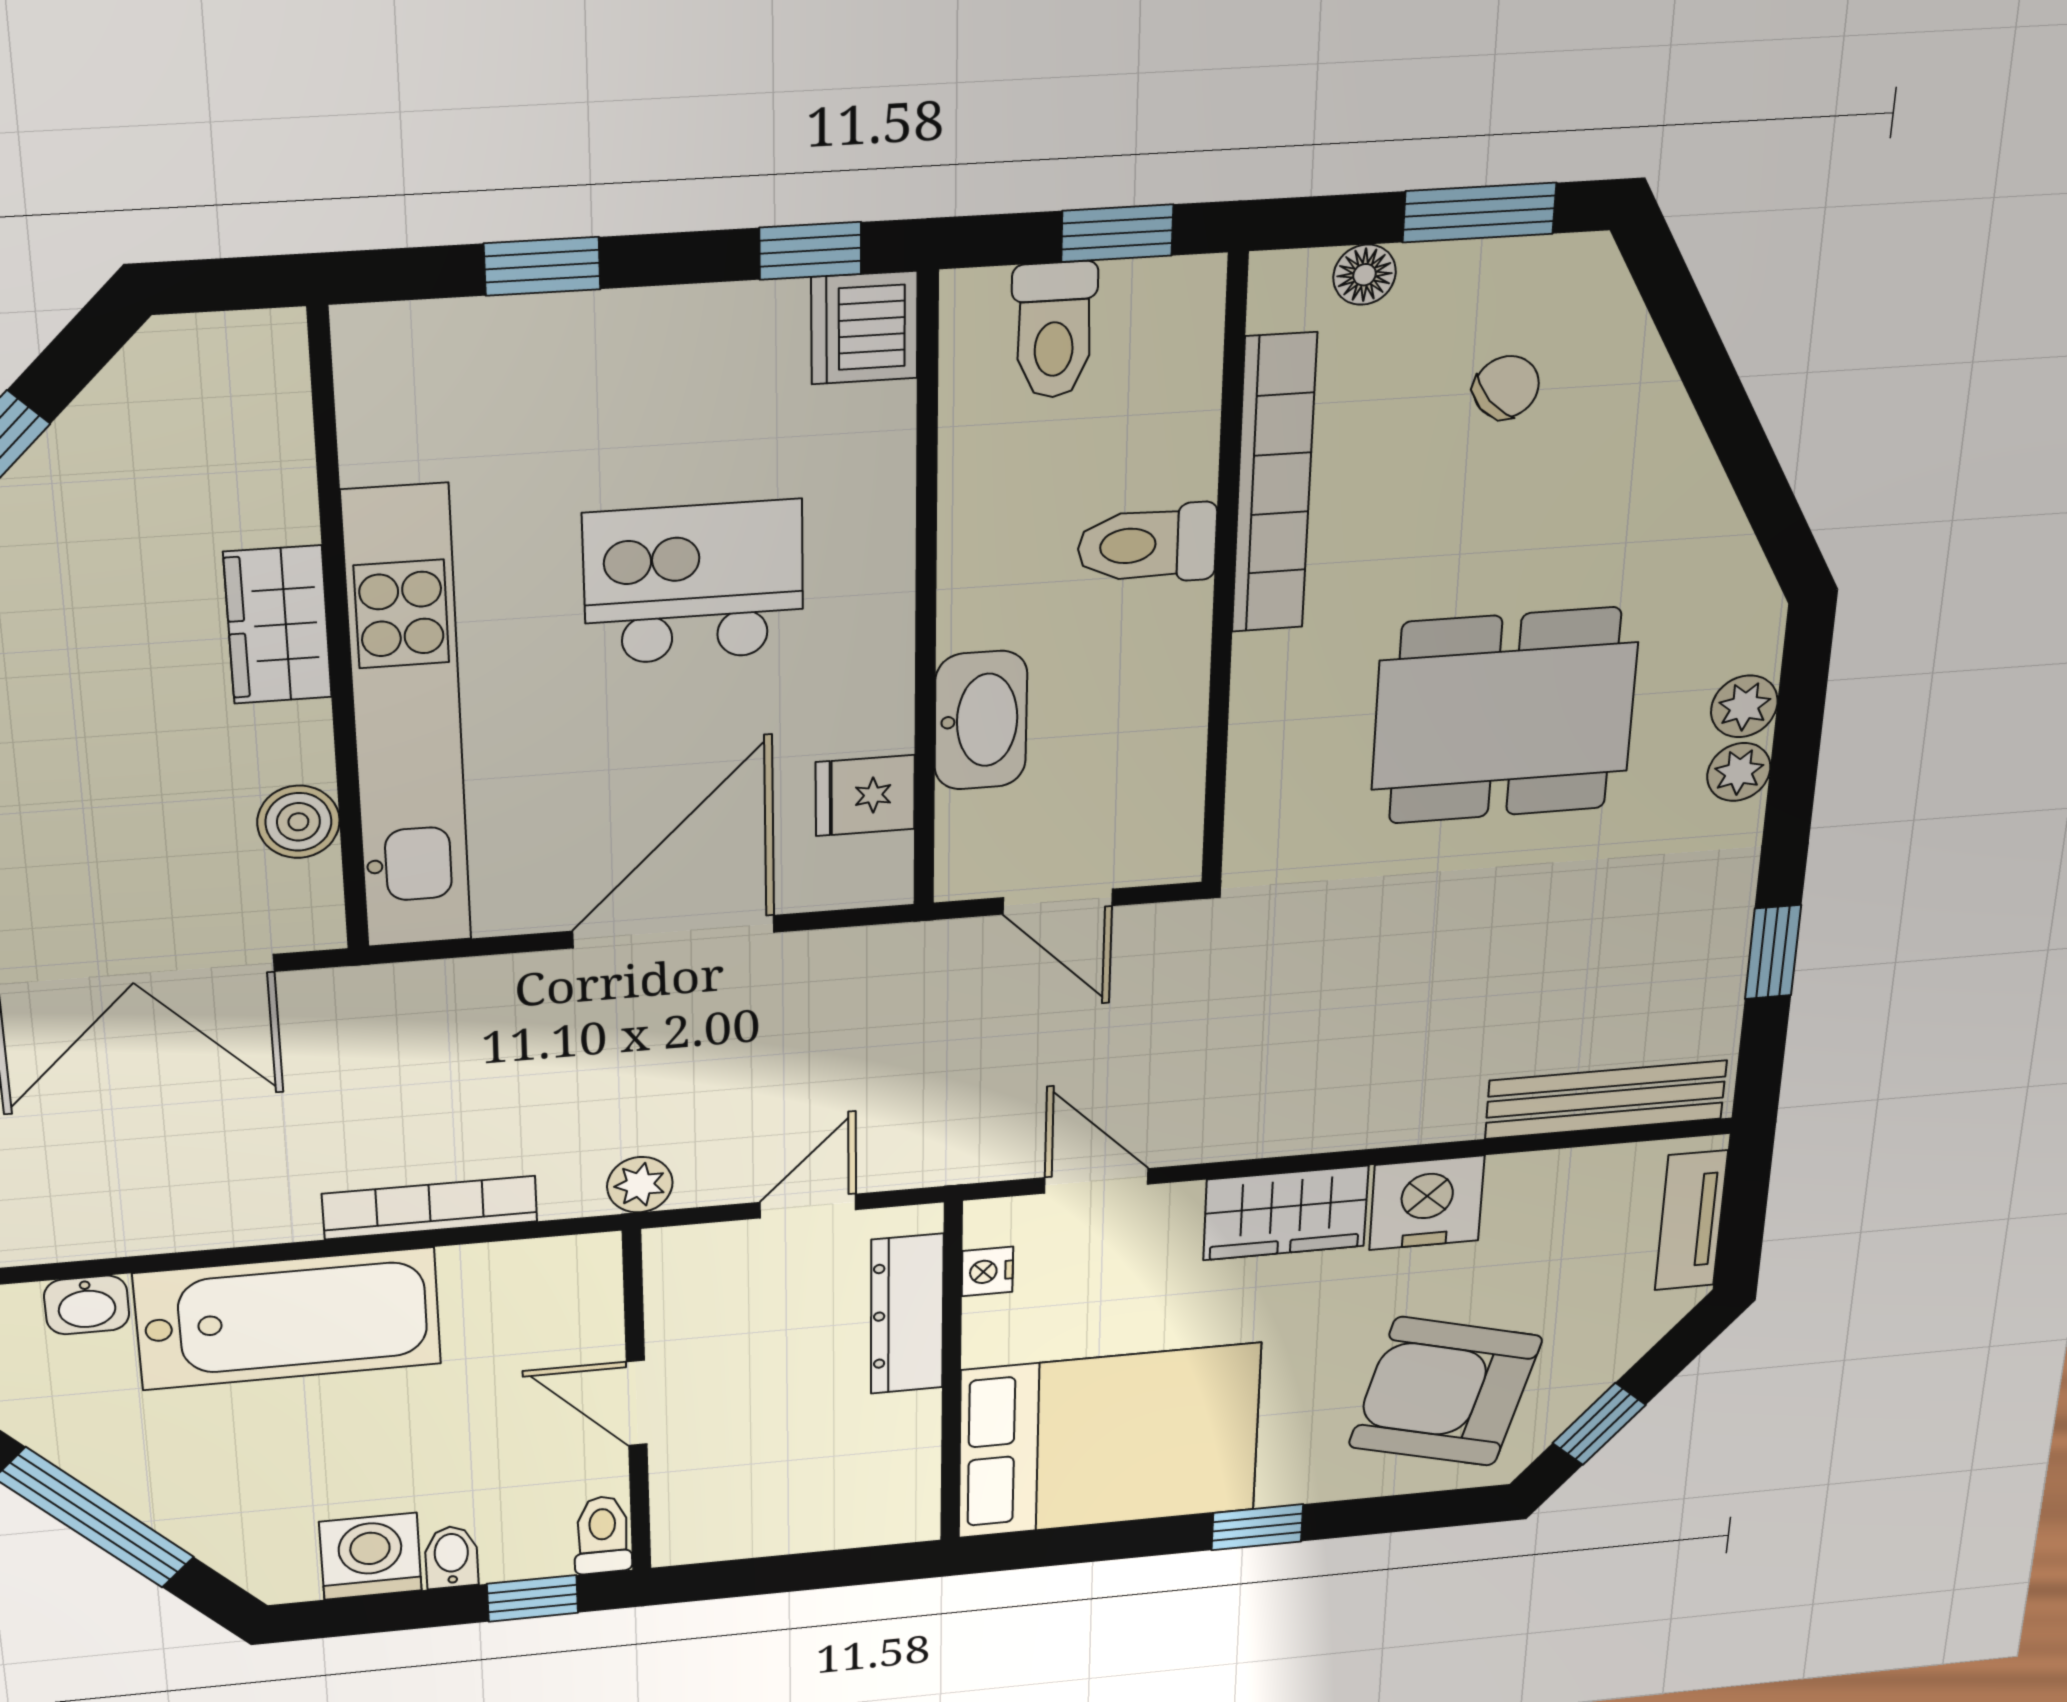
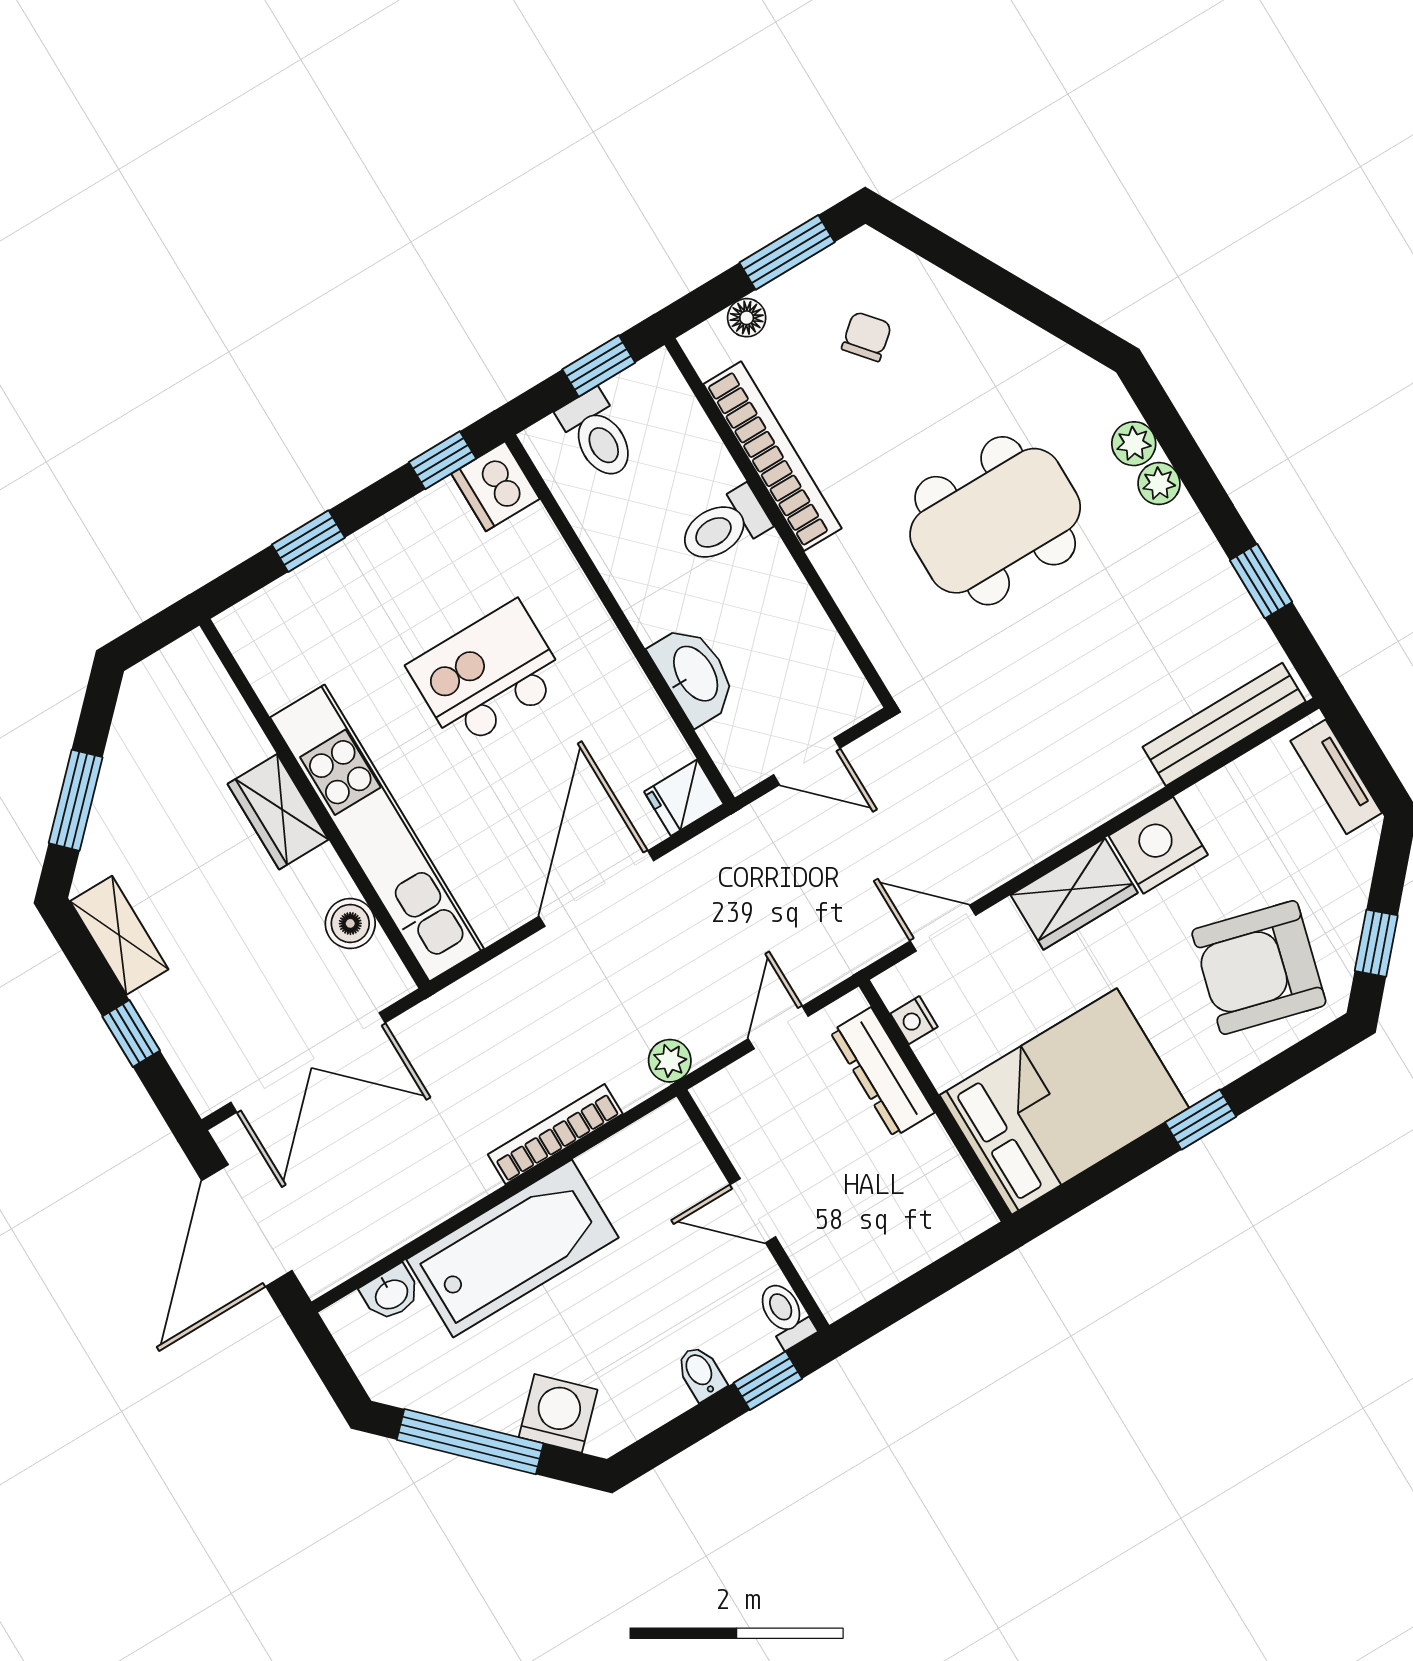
fridge: (865, 796) -> (684, 798), moved
washing machine: (370, 1556) -> (558, 1413), moved, turned 45

